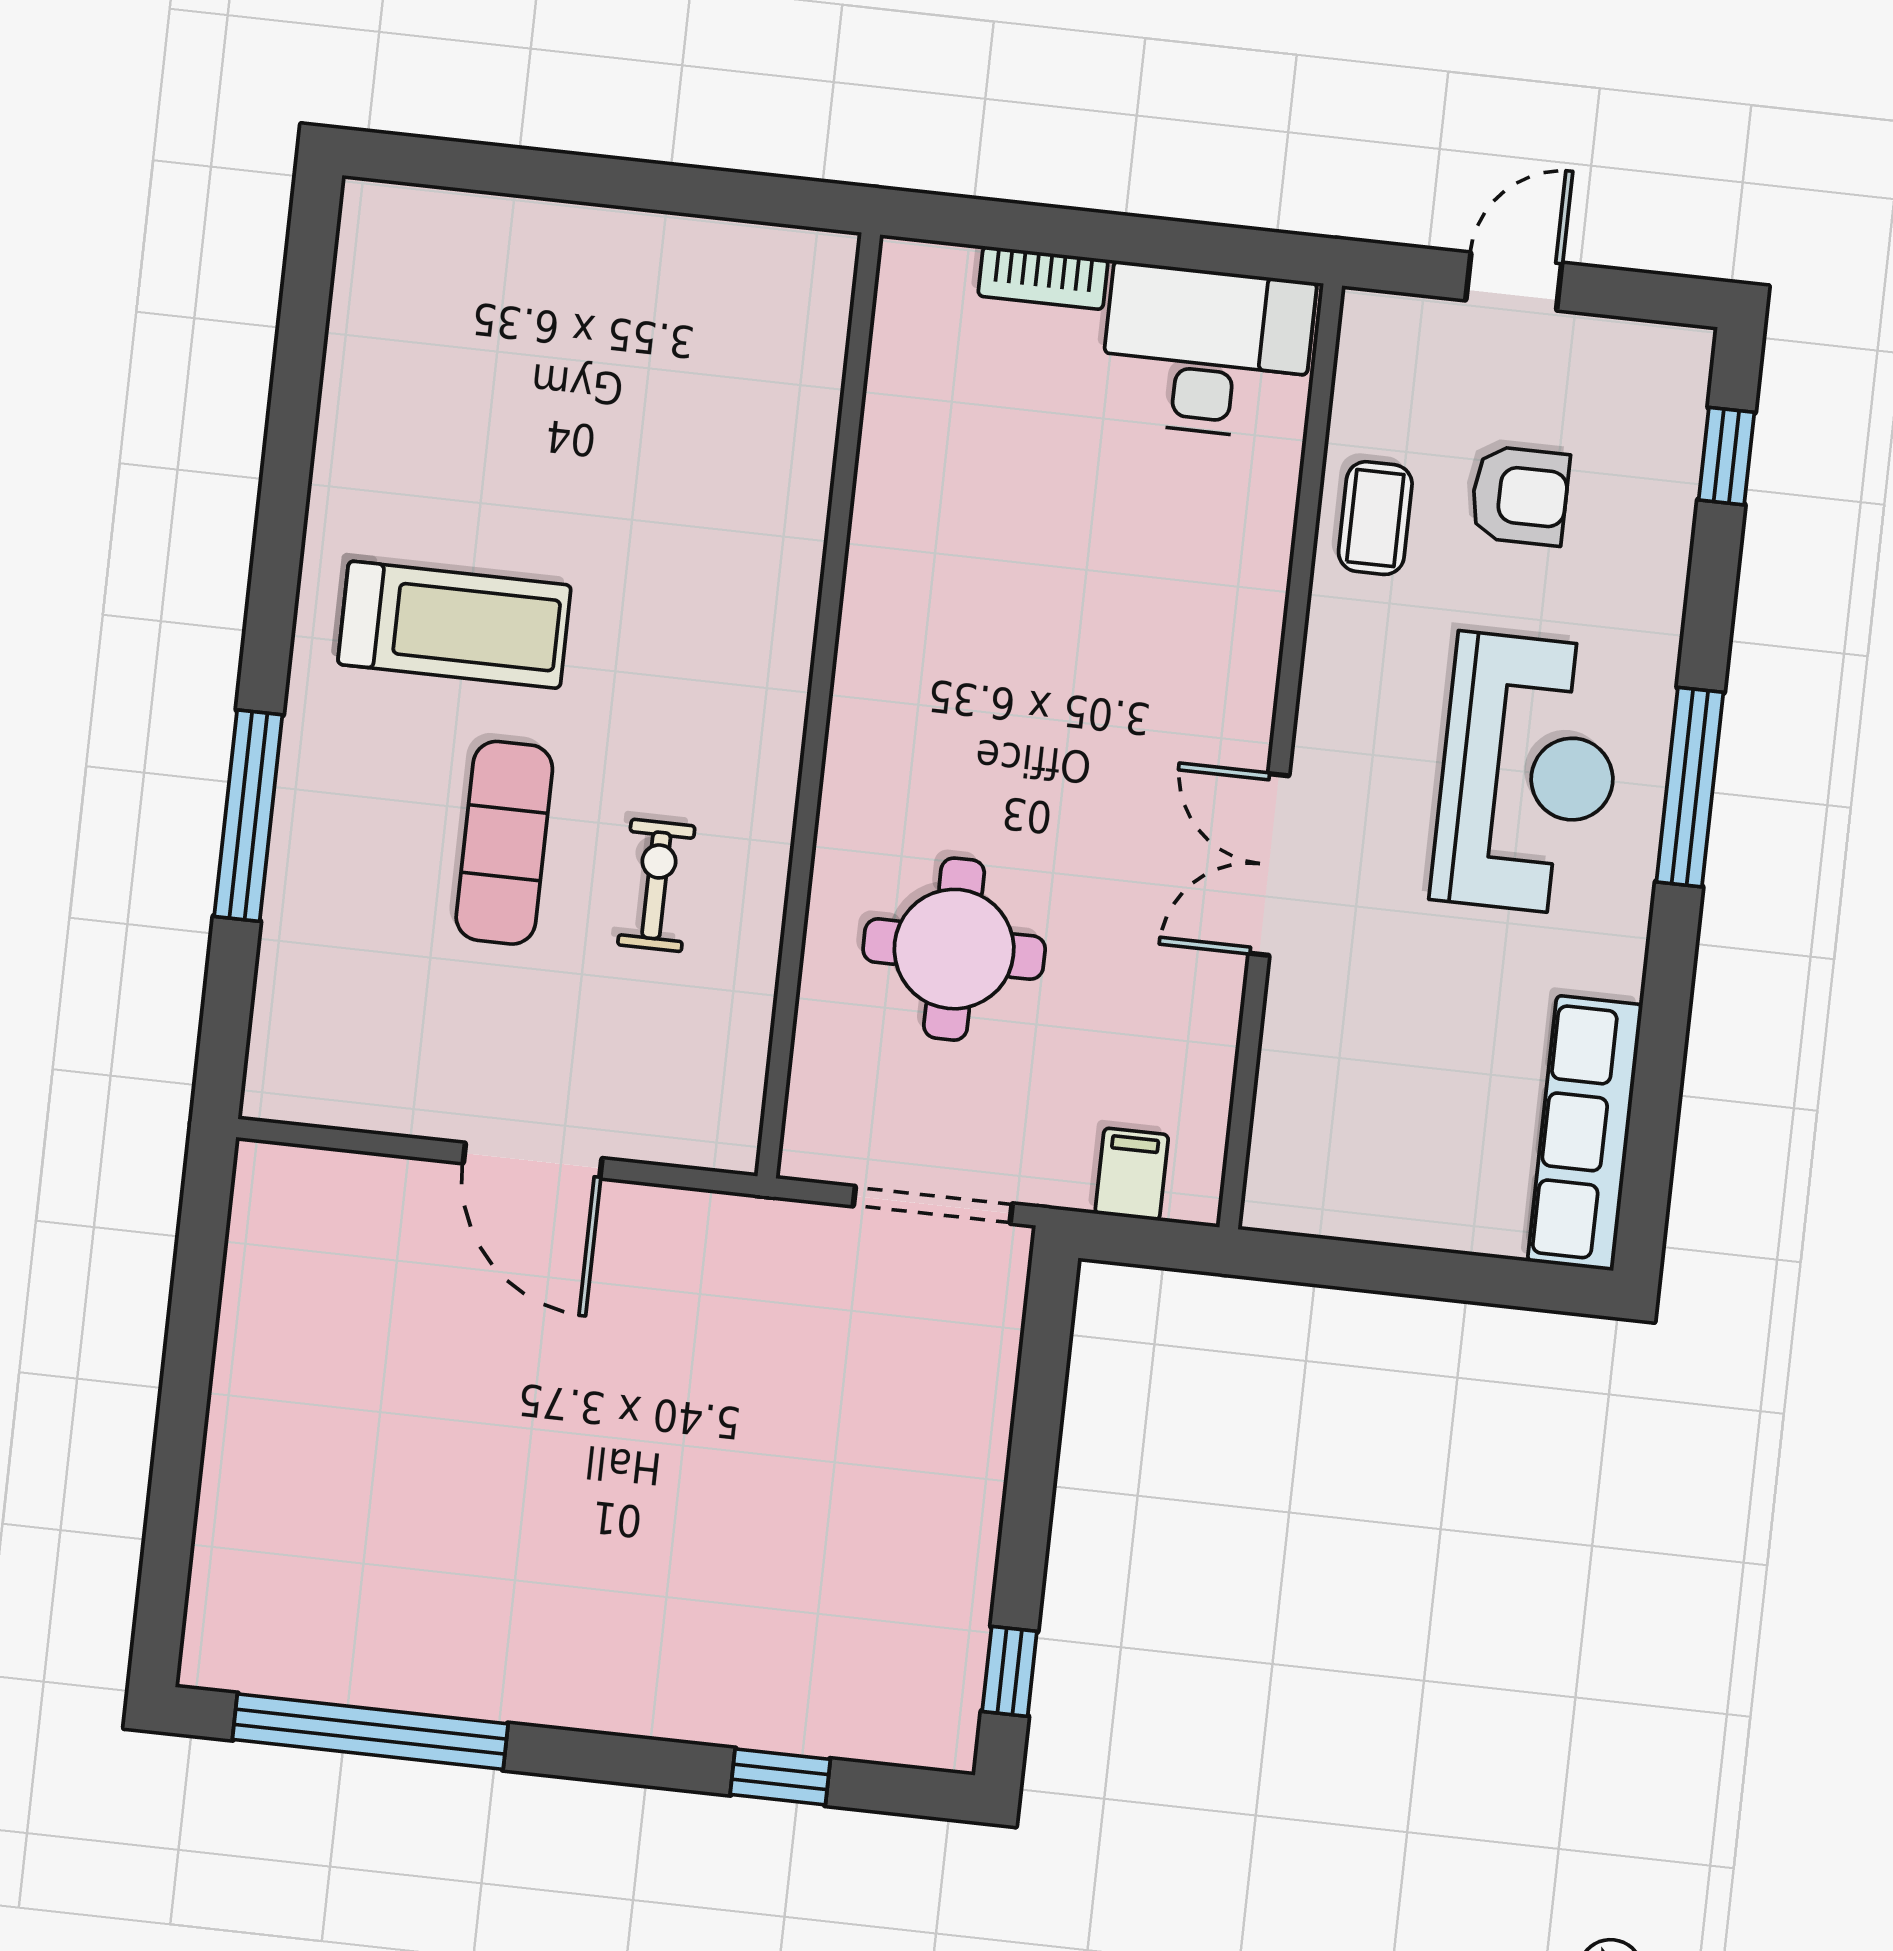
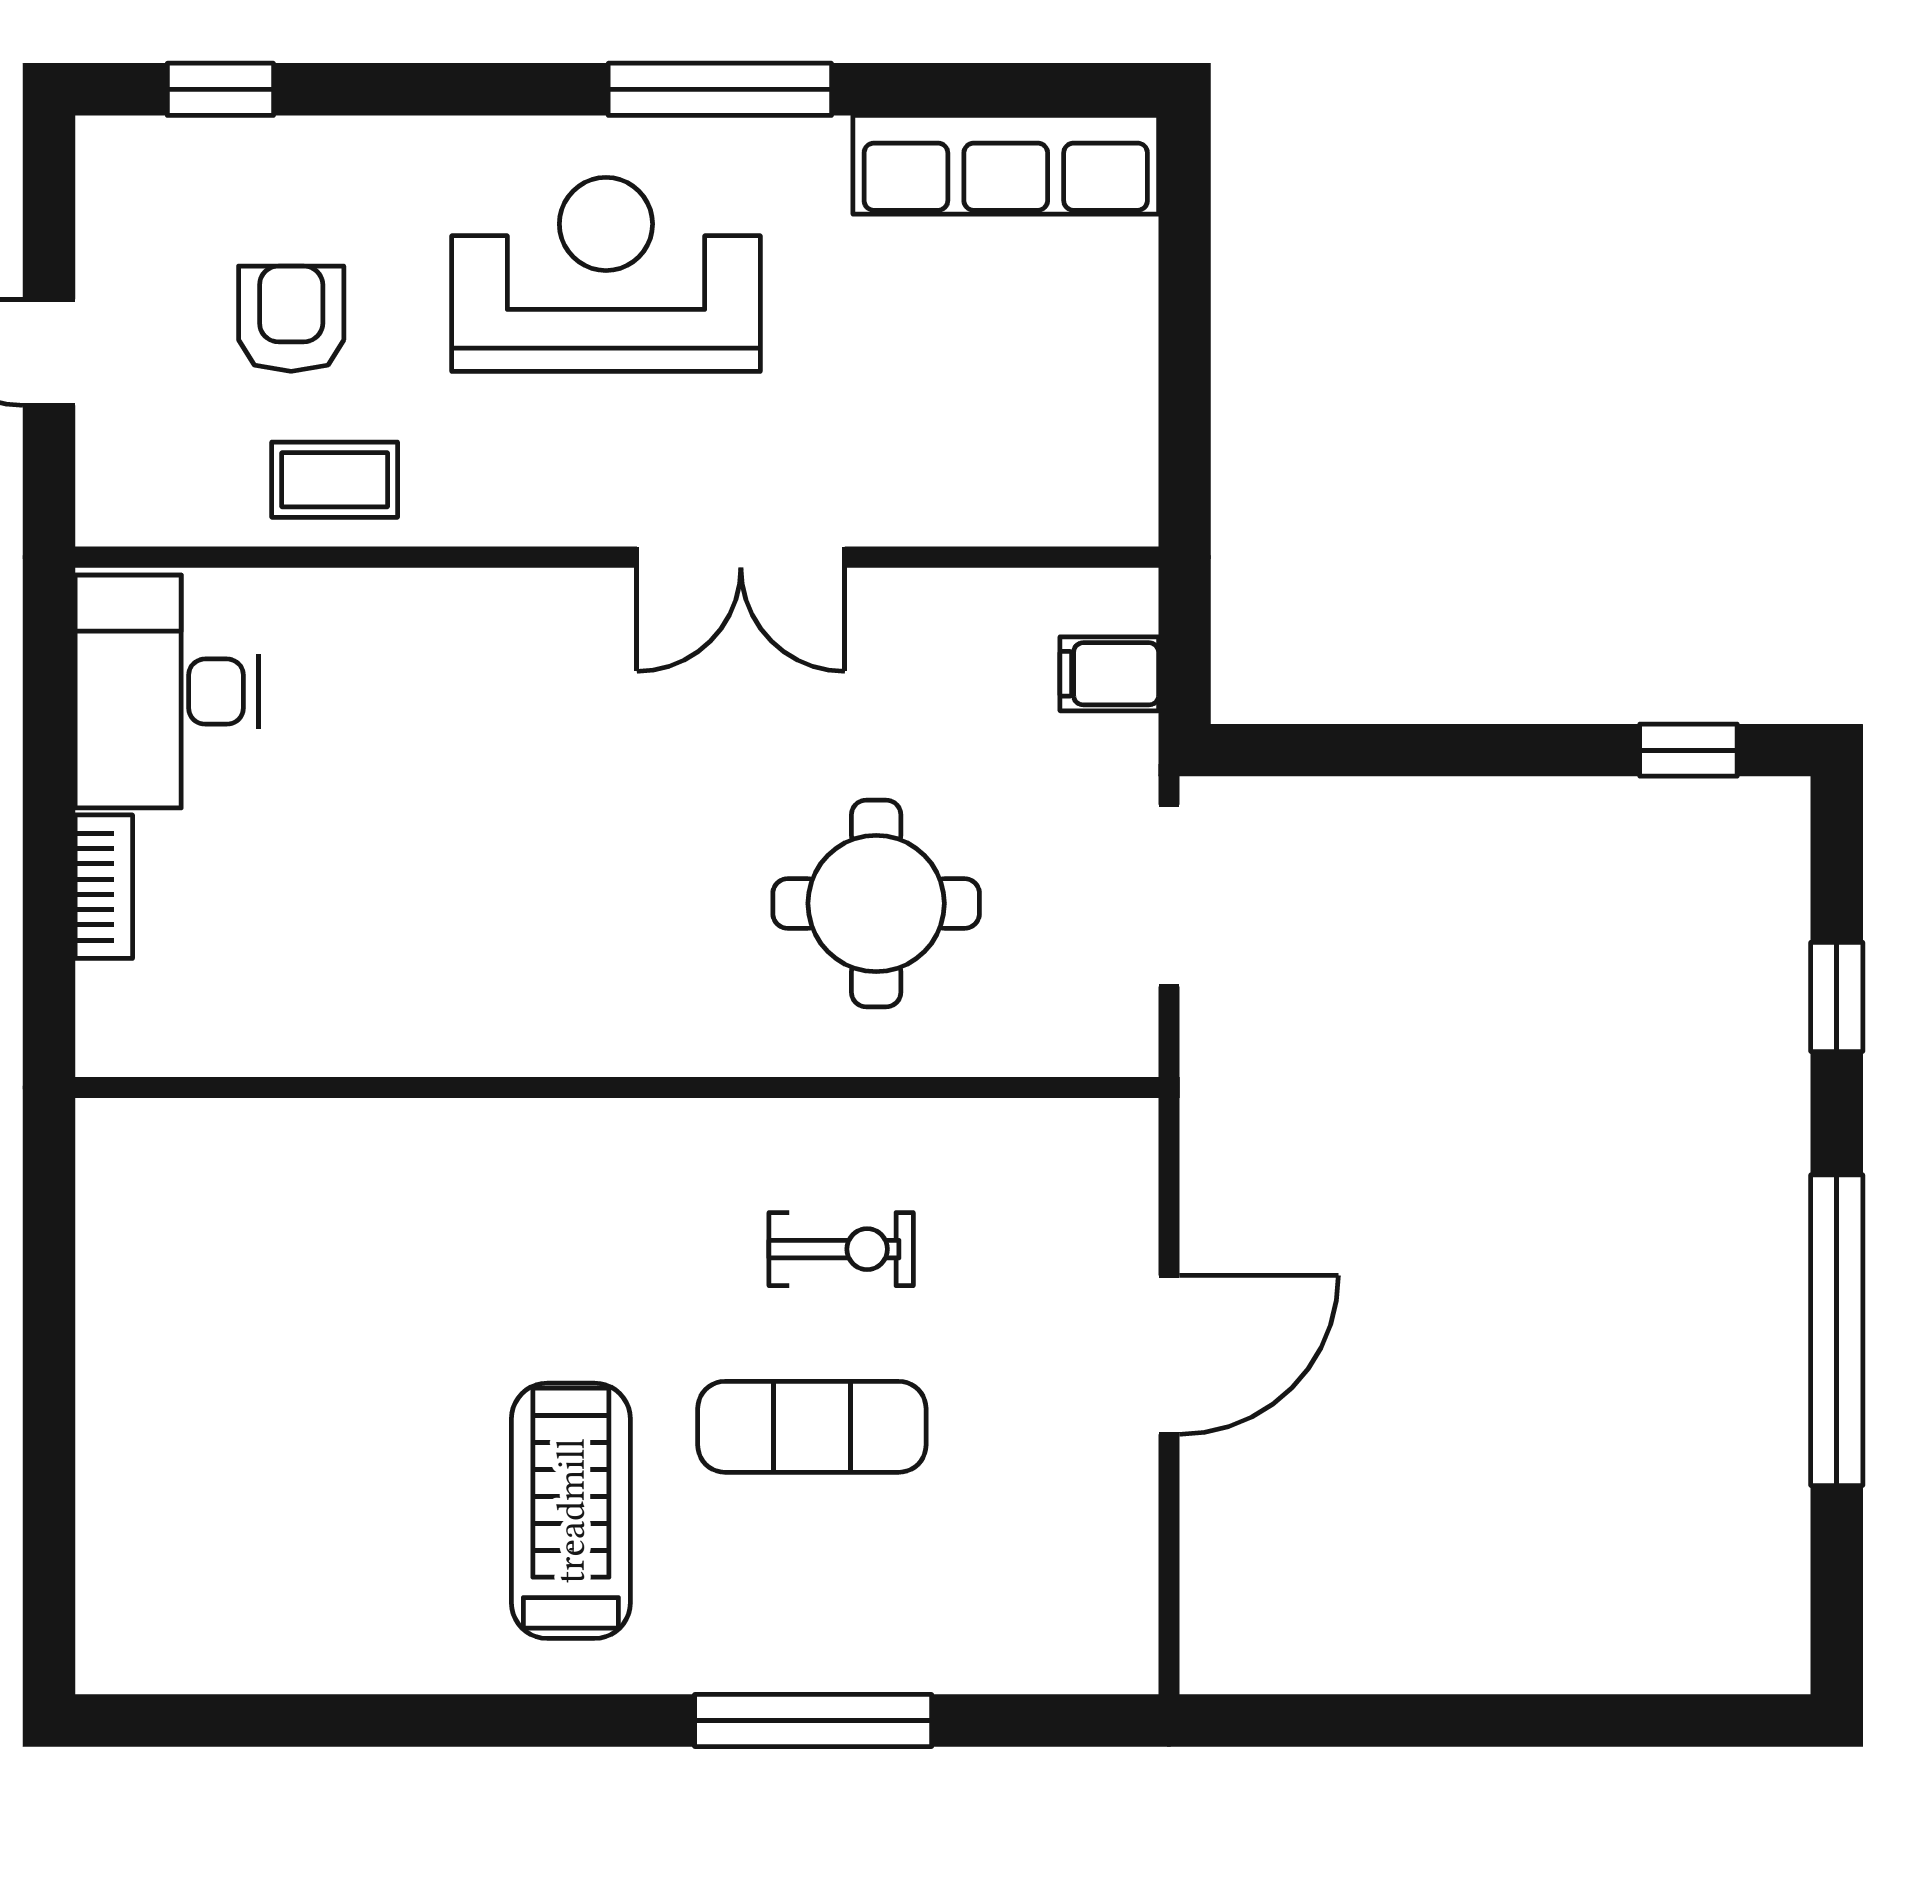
window: (1690, 787) -> (720, 89), moved
exercise bike: (656, 885) -> (841, 1249), turned 180
window: (370, 1732) -> (1837, 1330), moved

